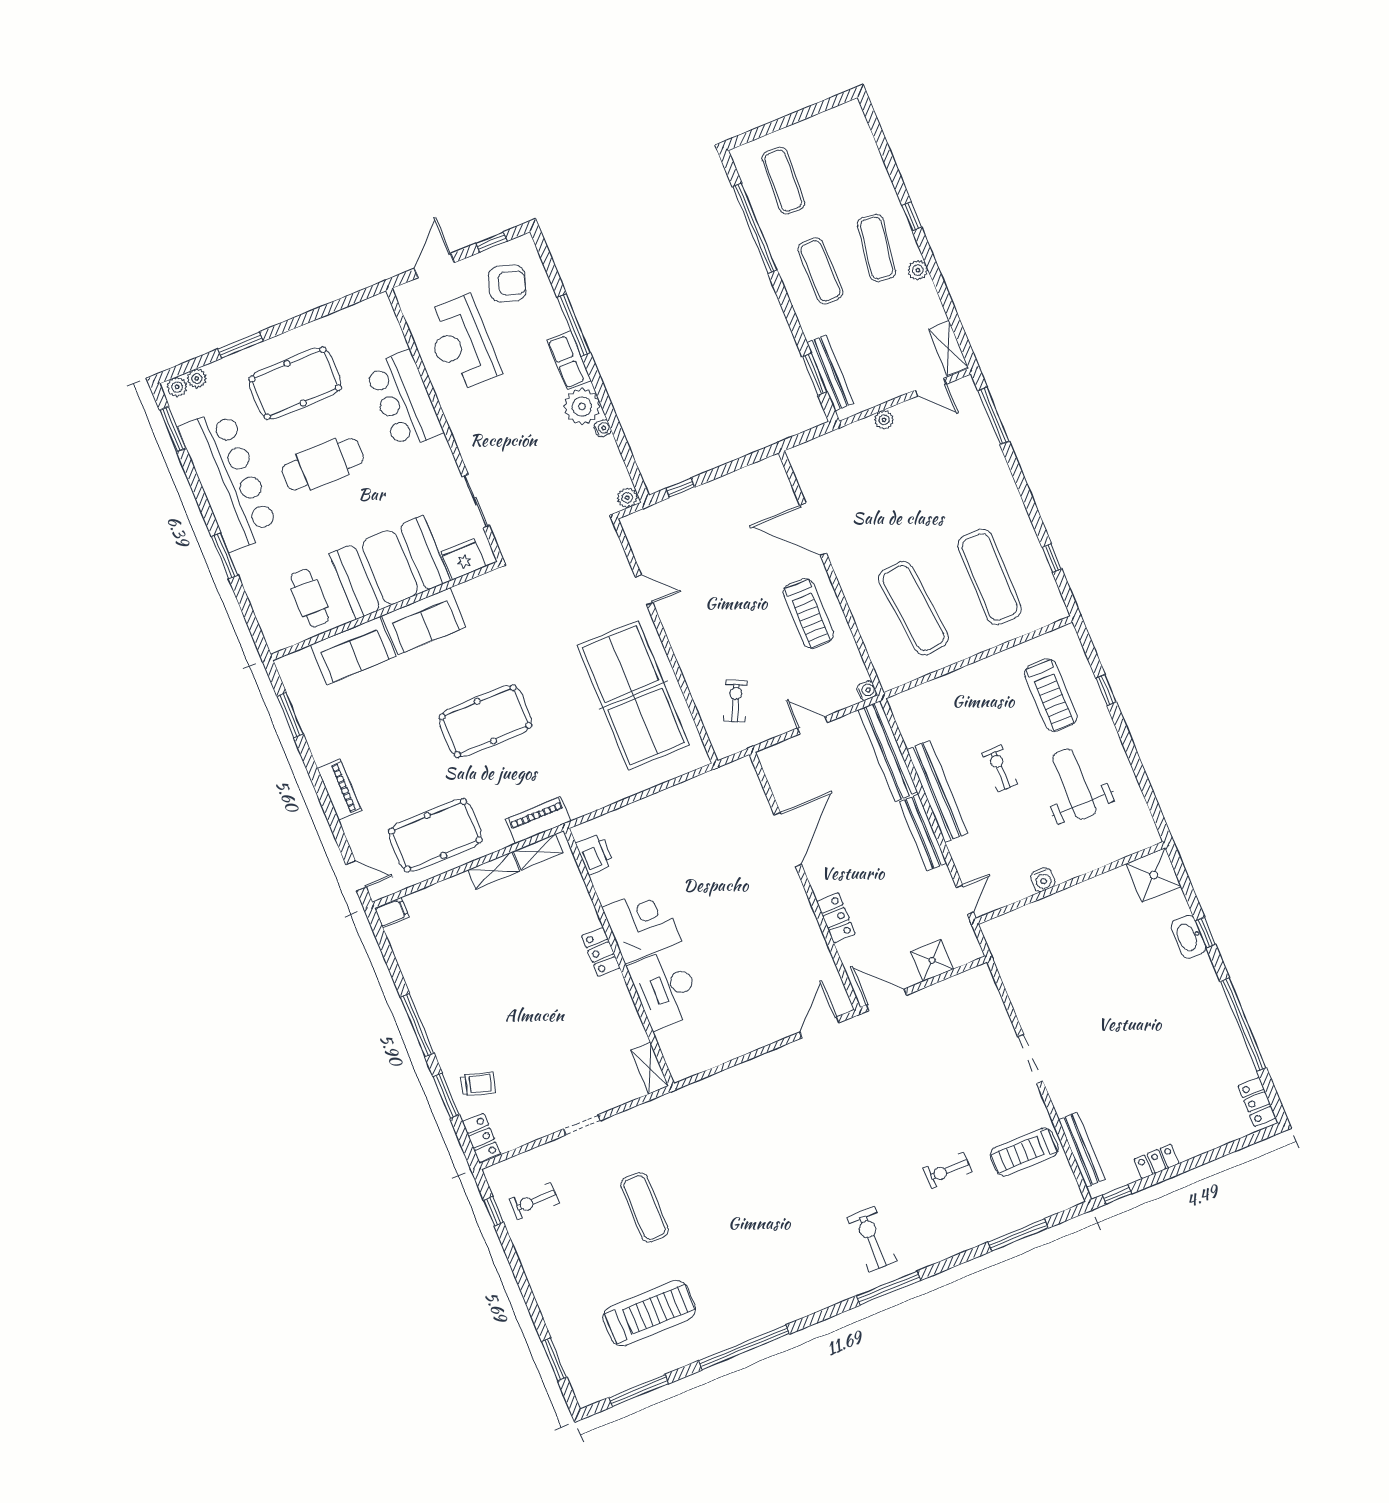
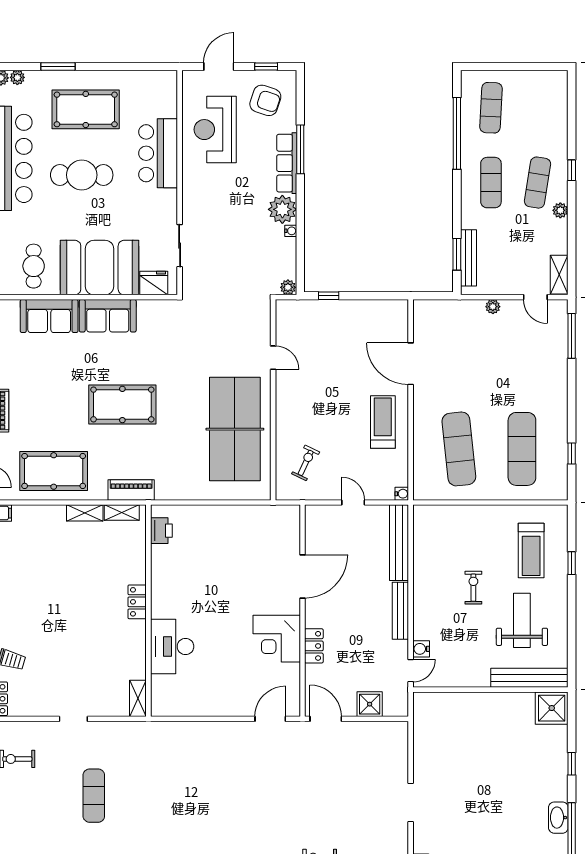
row of seats: (569, 360) -> (287, 163), width x1.48
treadmill: (808, 613) -> (383, 422), turned 180
bench: (937, 792) -> (529, 678), moved, turned 90
water cooler: (1043, 880) -> (421, 649), moved, turned 90
corner desk: (642, 924) -> (277, 639), moved, turned 180
washbasin: (1188, 937) -> (558, 818), moved

